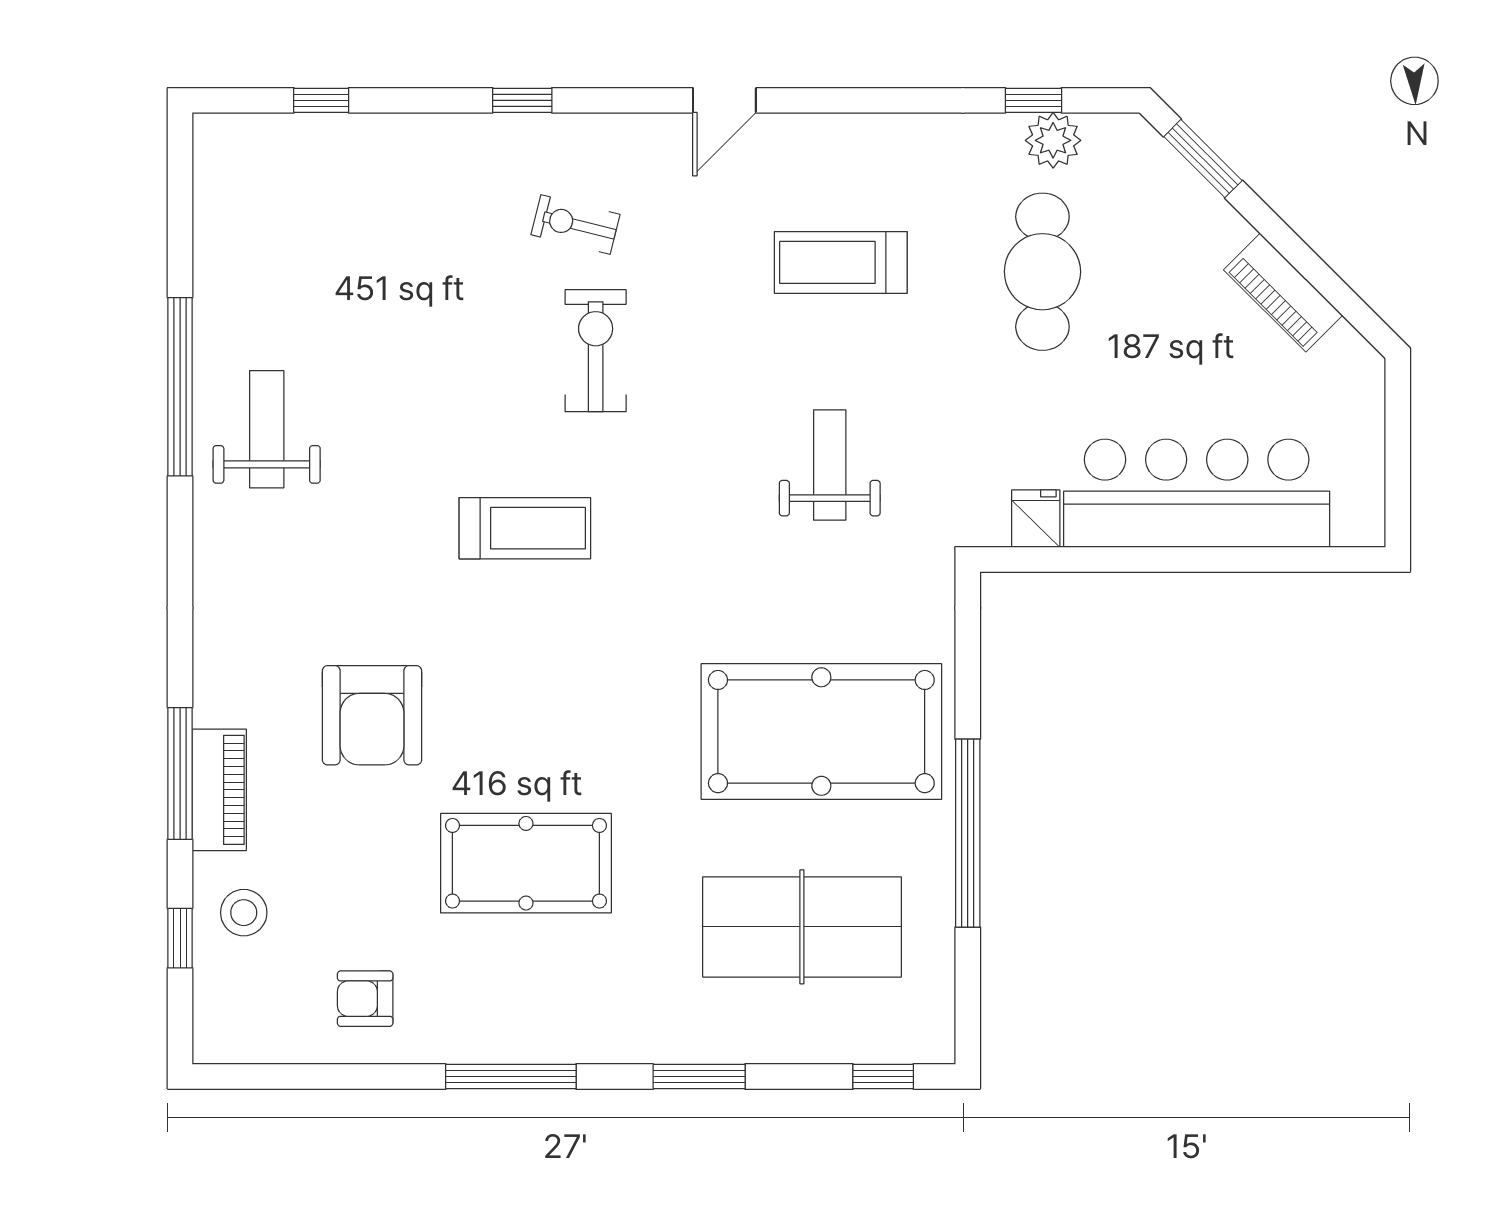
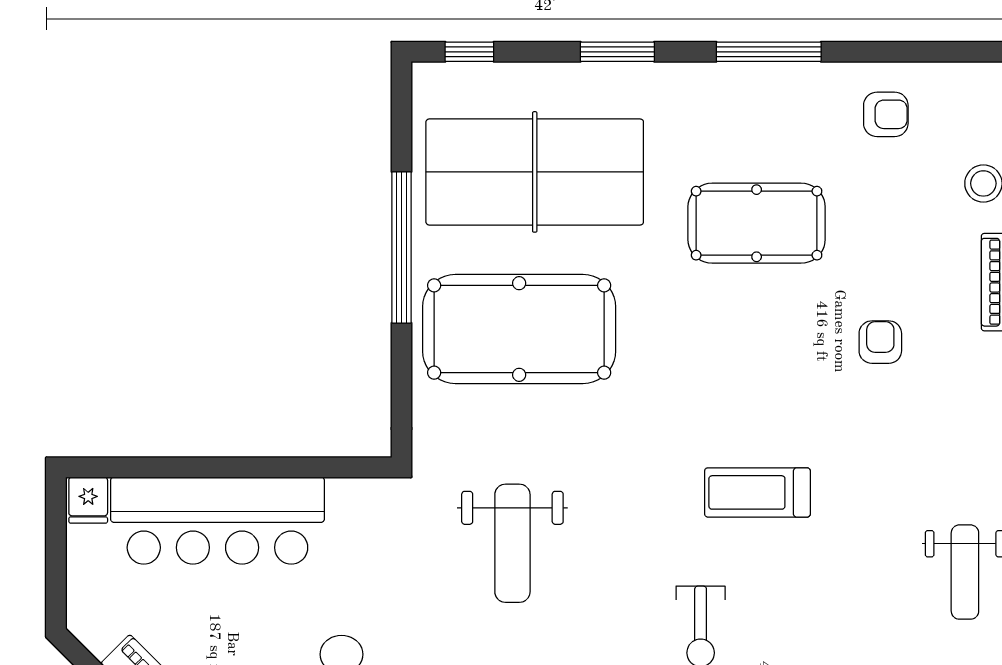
weight bench: (830, 465) -> (512, 543), width x1.36, depth x1.33
fridge: (1036, 519) -> (88, 500), moved
armchair: (372, 715) -> (880, 342), width x0.53, depth x0.53
table tennis table: (802, 927) -> (535, 172), width x1.36, depth x1.32

